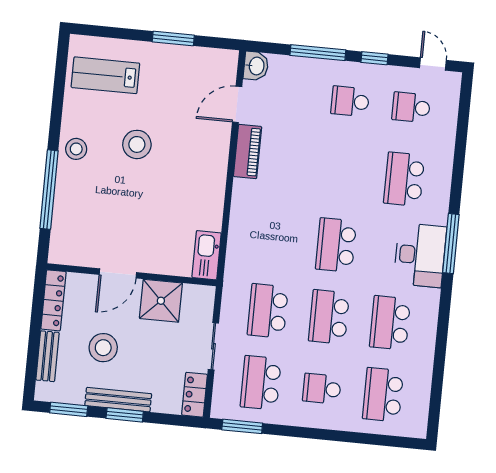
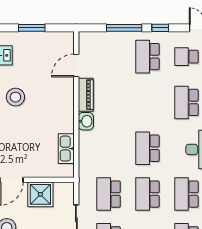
washbasin: (256, 66) -> (86, 121), moved
school desk: (350, 101) -> (147, 57), width x1.85
kitchen sink: (207, 255) -> (66, 149), moved

